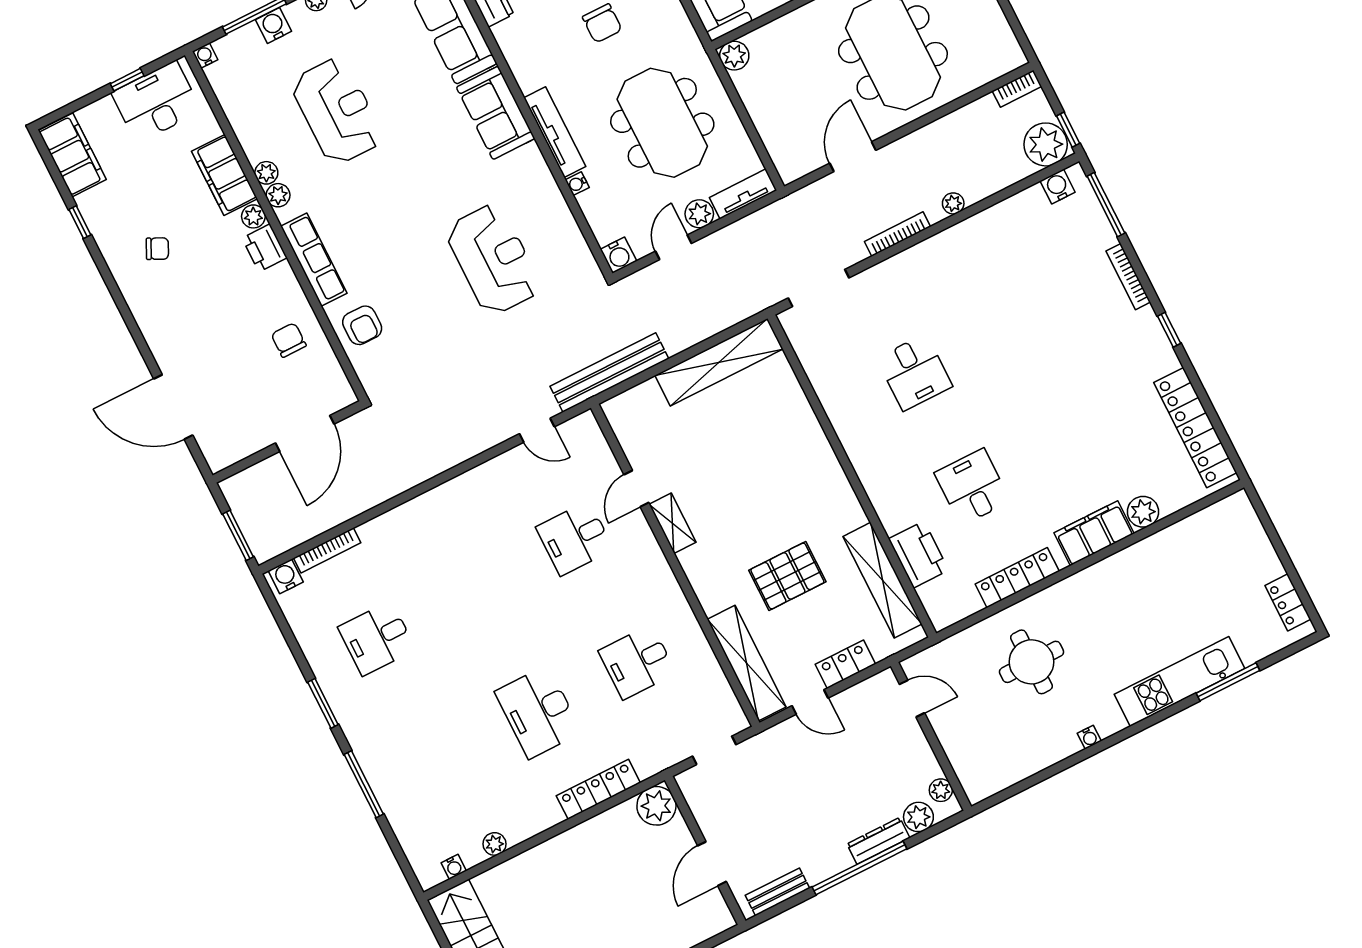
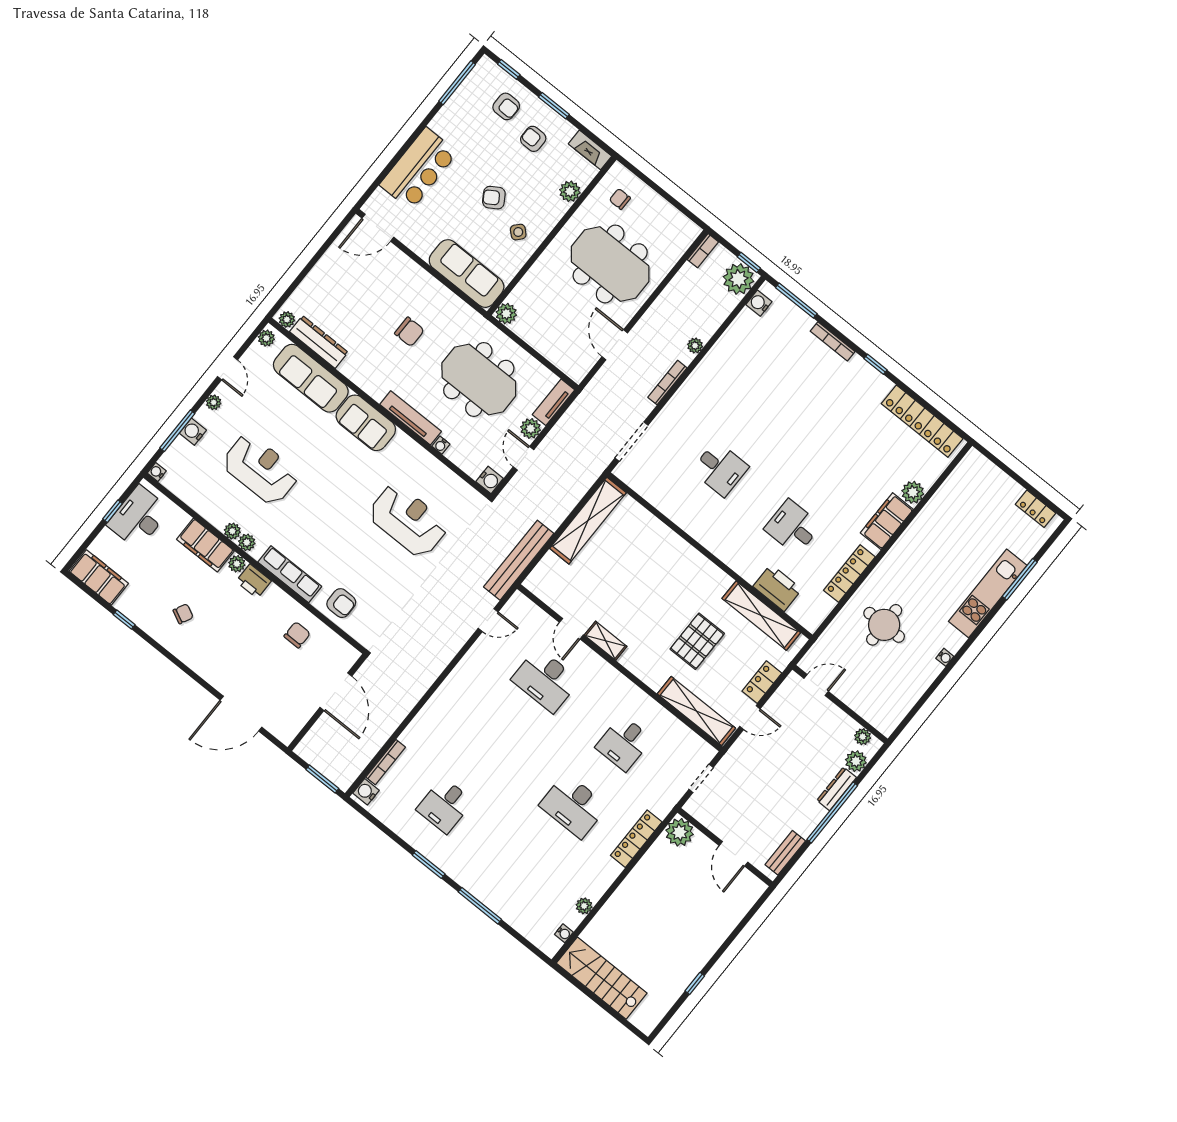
chair: (289, 340) -> (297, 635), turned 90
desk: (575, 538) -> (545, 680), width x1.37

